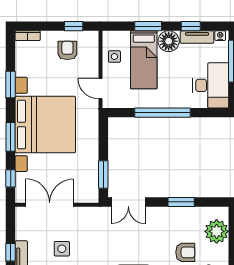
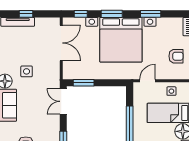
side table: (62, 249) -> (27, 71), moved

